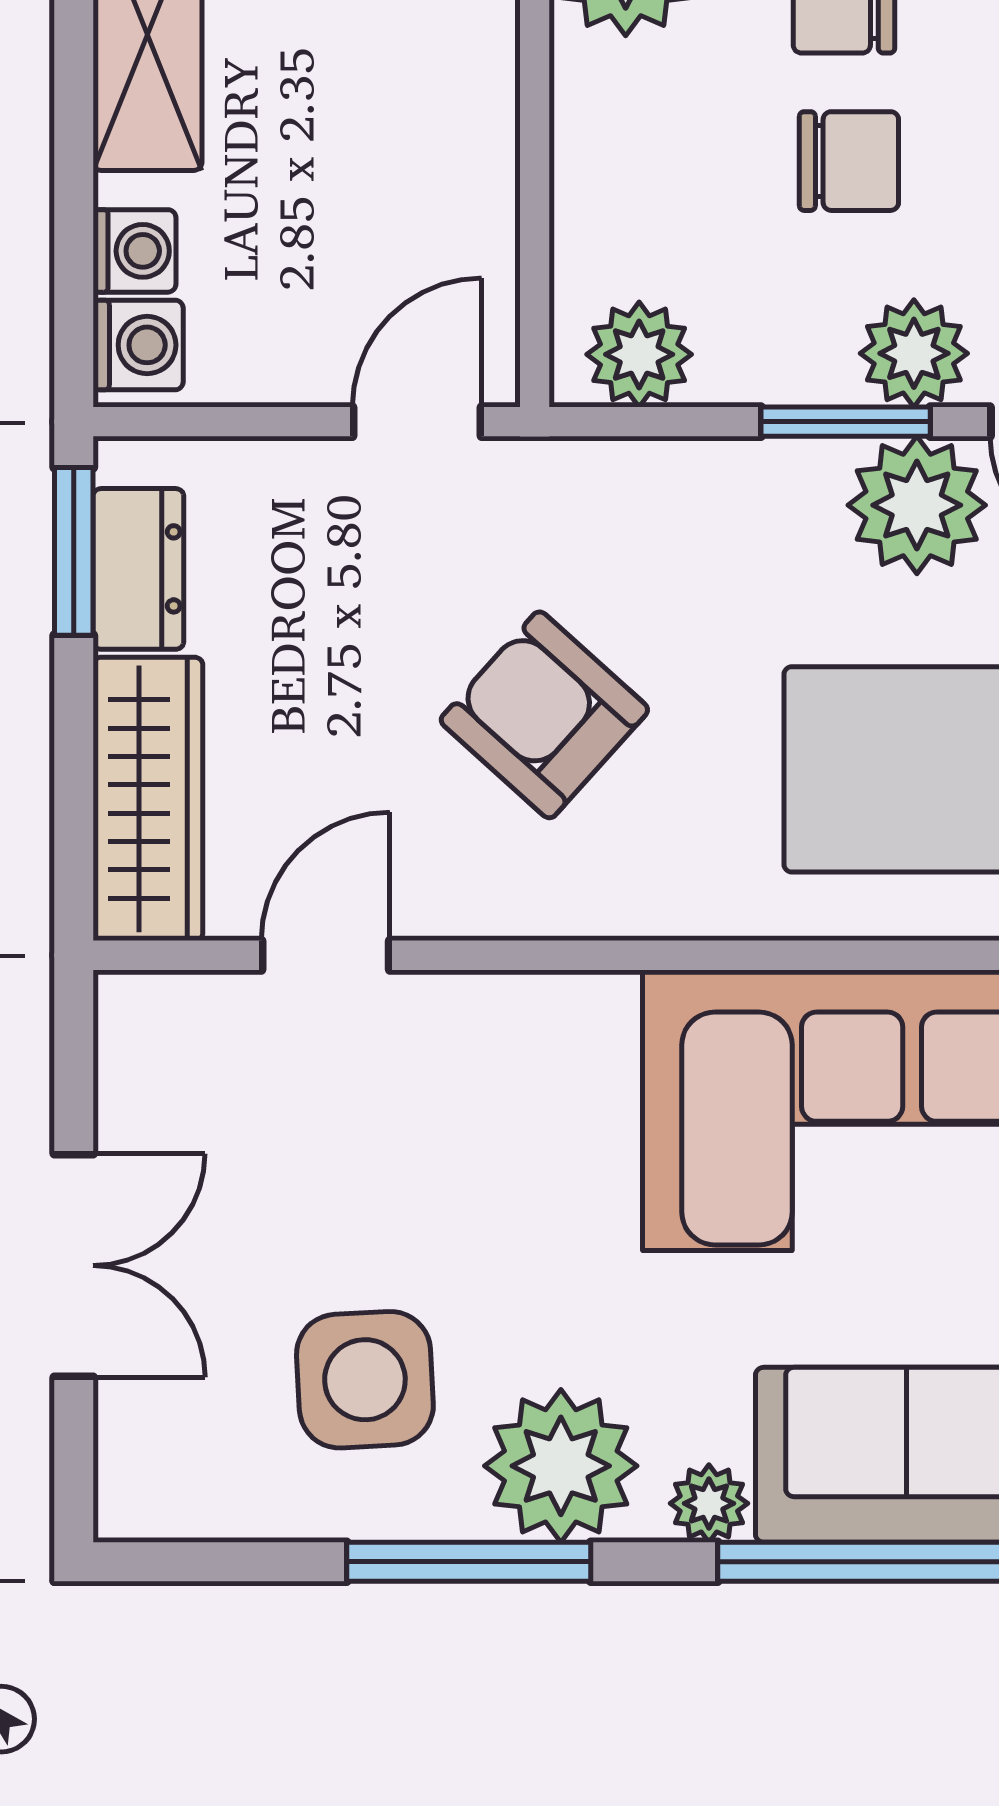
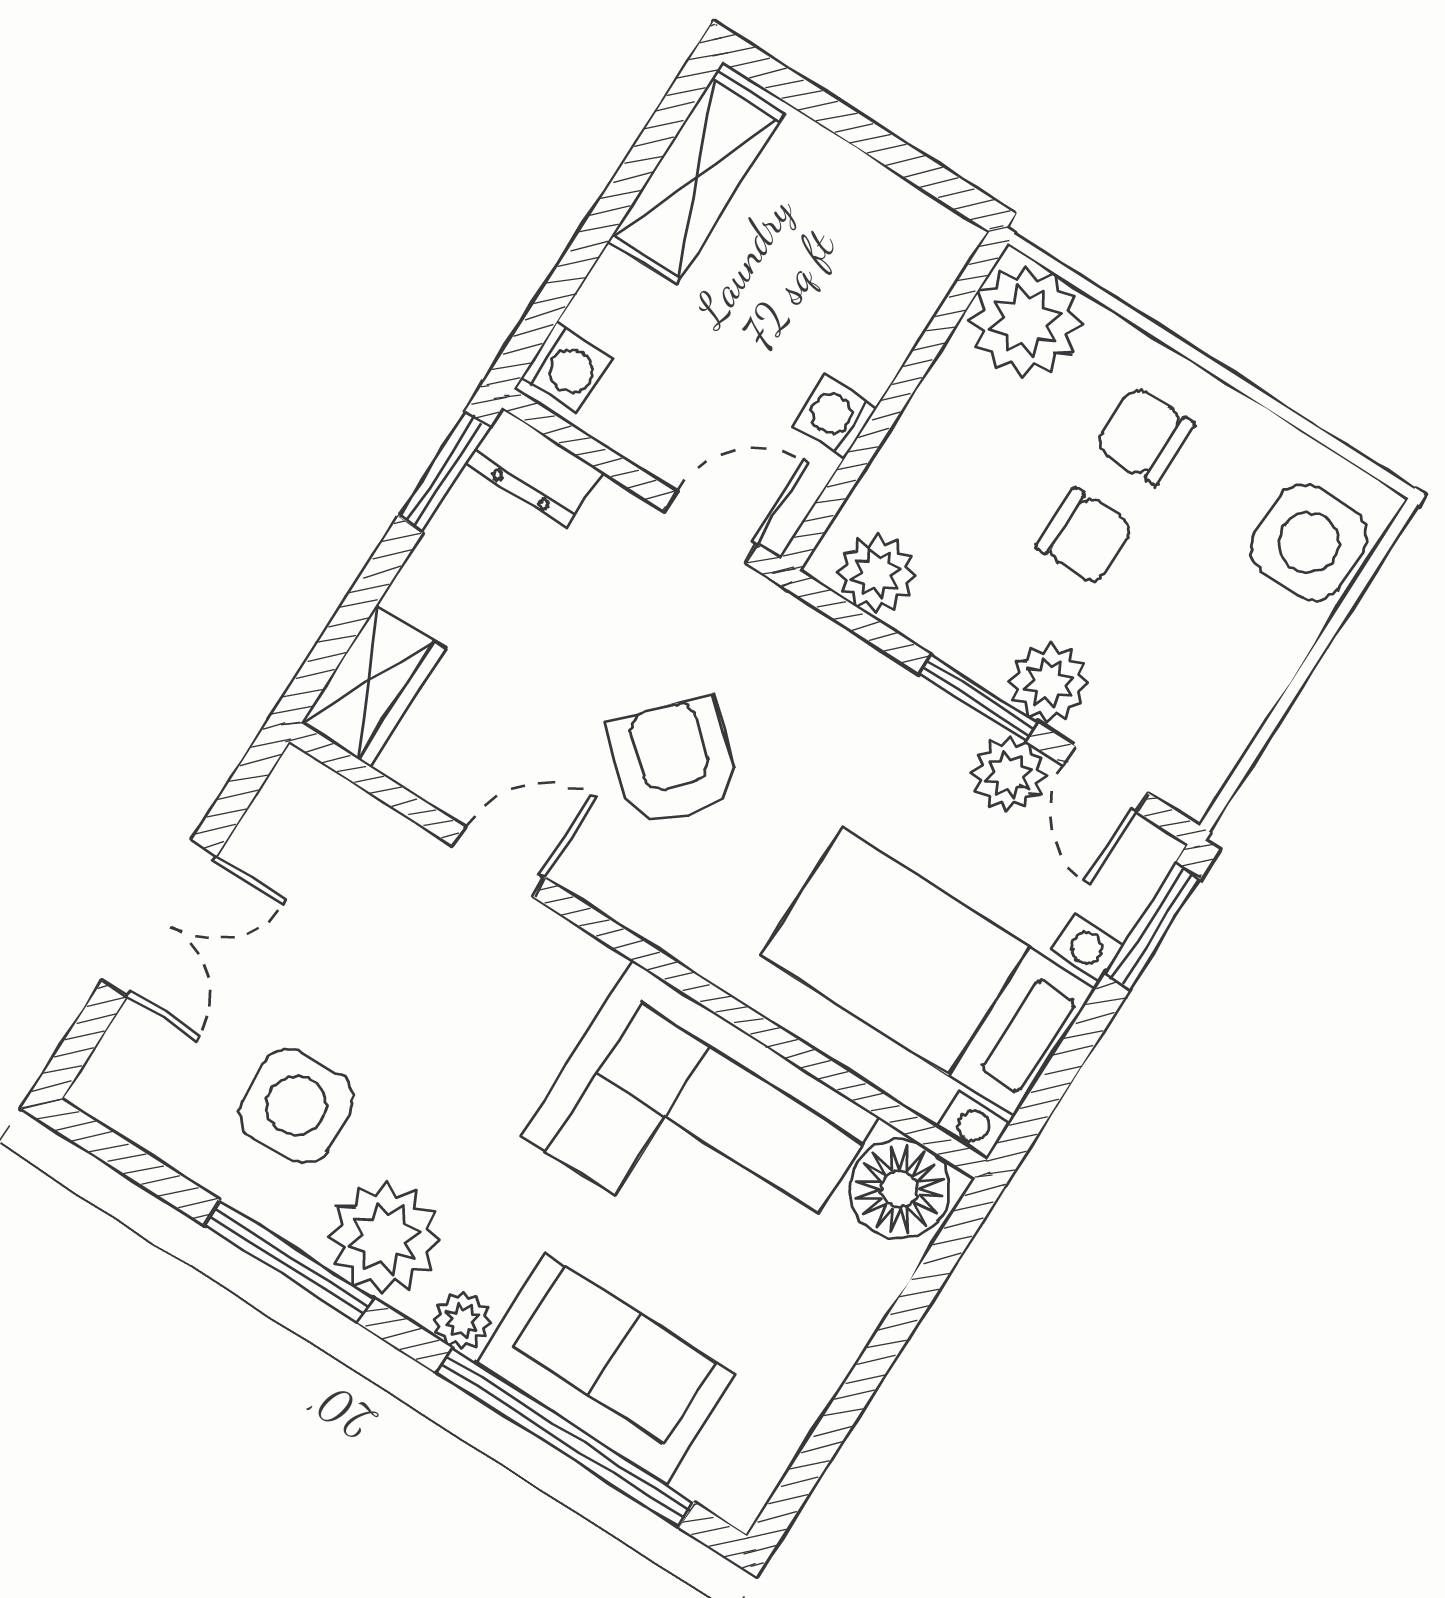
washing machine: (134, 251) -> (836, 416), moved, turned 180
plant: (917, 505) -> (1009, 774), width x0.73, depth x0.73
dresser: (138, 569) -> (534, 468), moved, turned 90
wardrobe: (148, 799) -> (373, 686), width x0.67
door: (326, 955) -> (499, 862), moved

